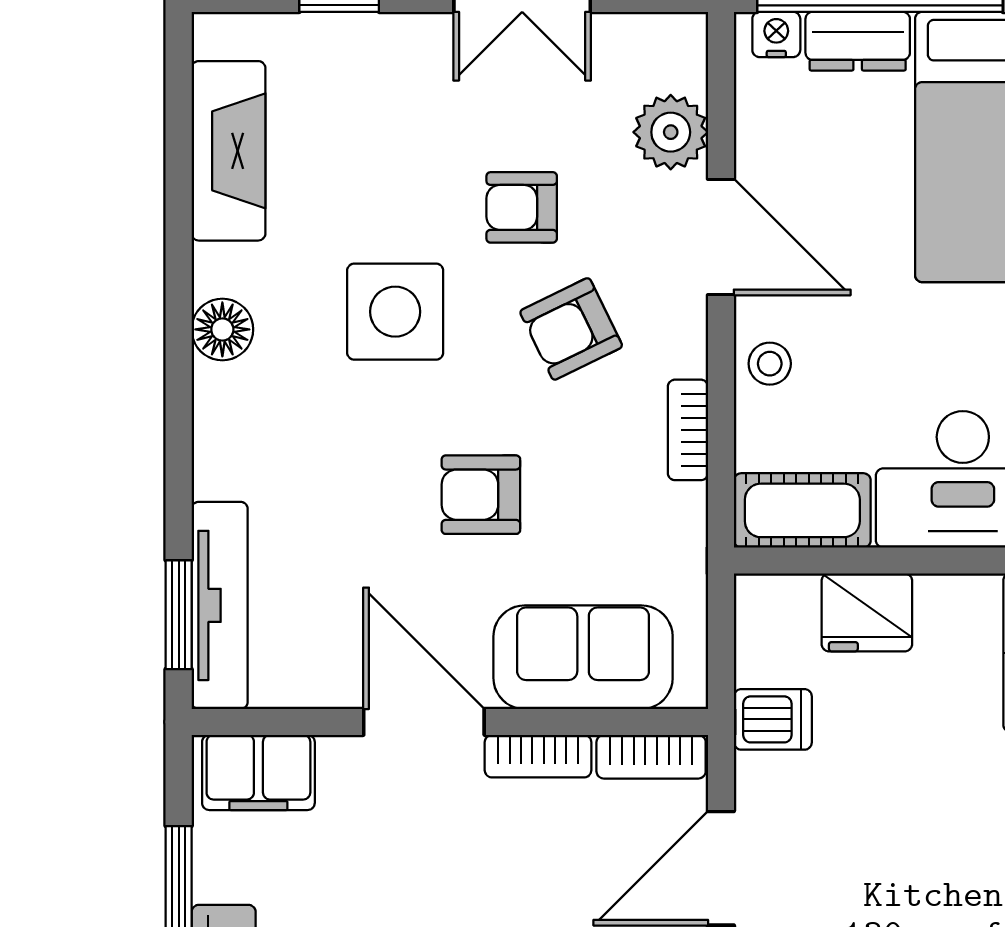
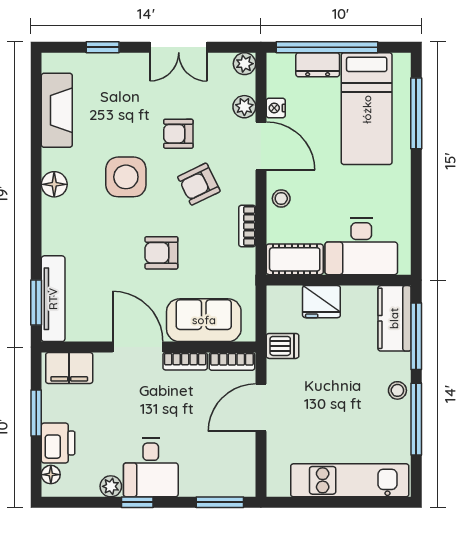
nightstand: (776, 34) -> (276, 108), moved, turned -90
plant: (681, 38) -> (245, 64), added
plant: (671, 132) -> (244, 107), width x0.73, depth x0.73

